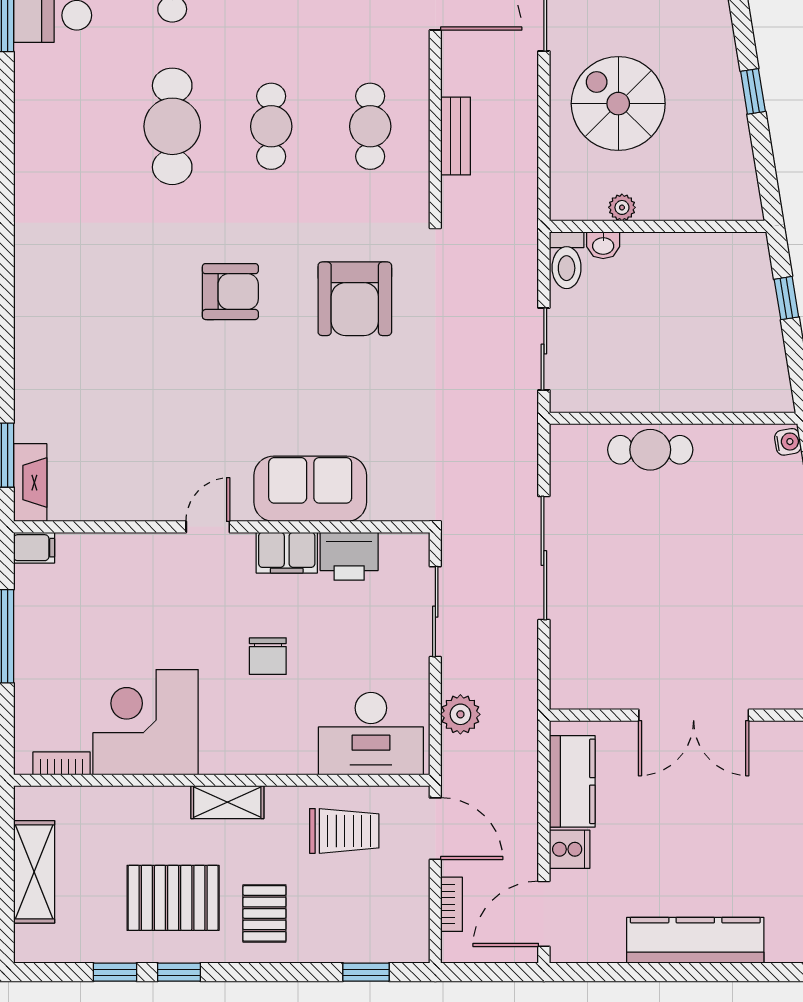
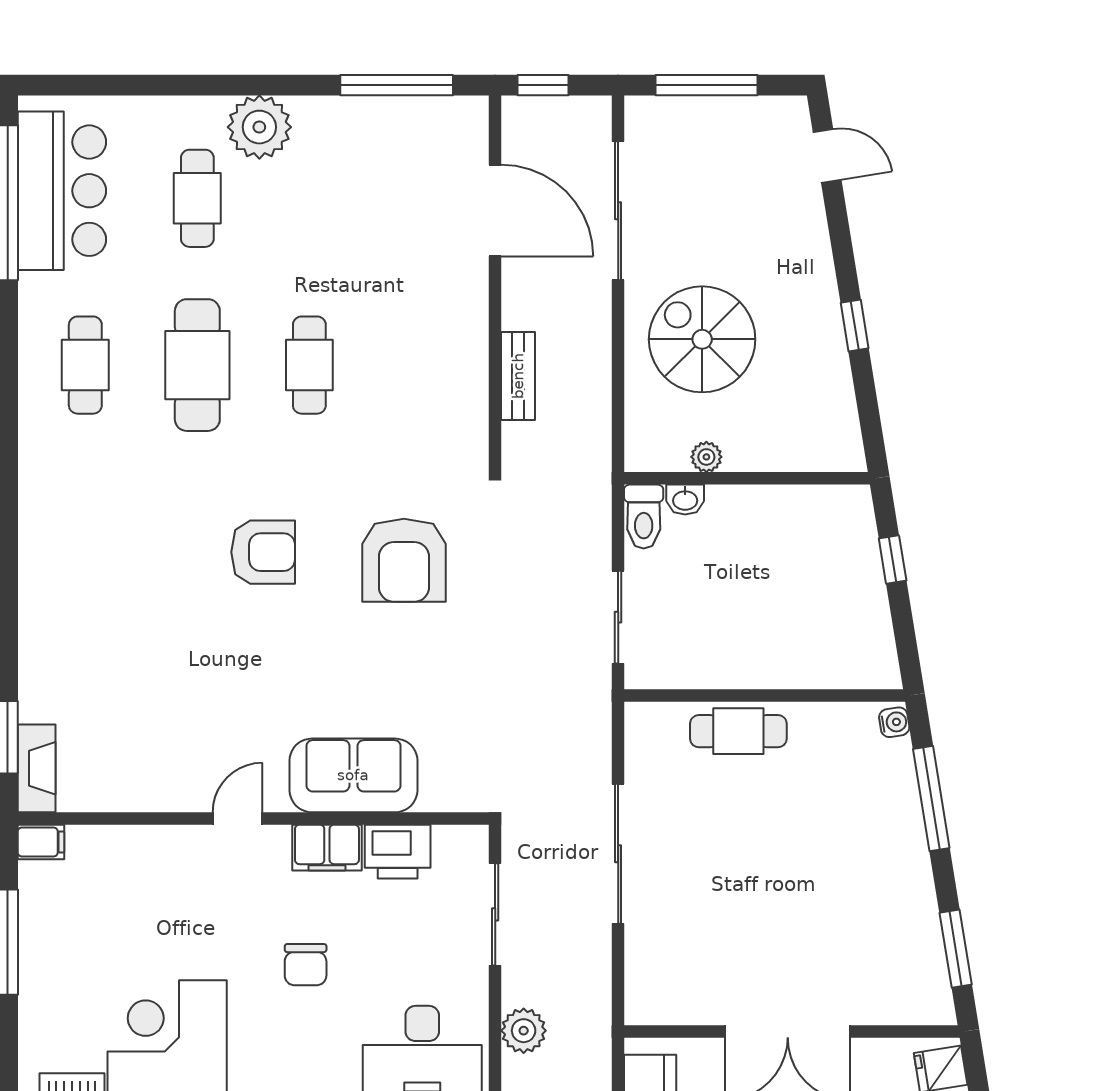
cafe table: (370, 126) -> (85, 365), moved

